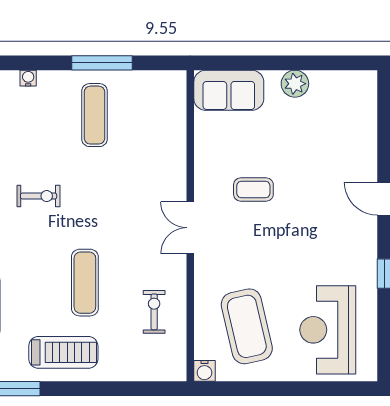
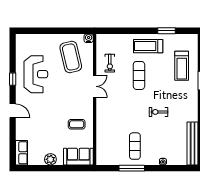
row of seats: (363, 99) -> (22, 153), added
coffee table: (253, 190) -> (77, 124), moved
double door: (190, 228) -> (95, 86), moved
reception desk: (328, 330) -> (36, 74), moved

